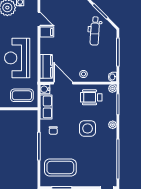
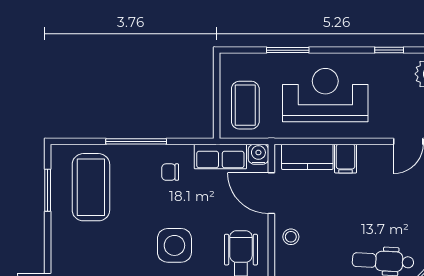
filing cabinet: (47, 32) -> (346, 159), moved
door: (63, 83) -> (271, 193), swing flipped

